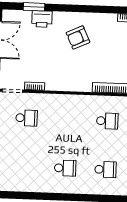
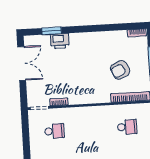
armchair: (78, 37) -> (120, 70), moved

